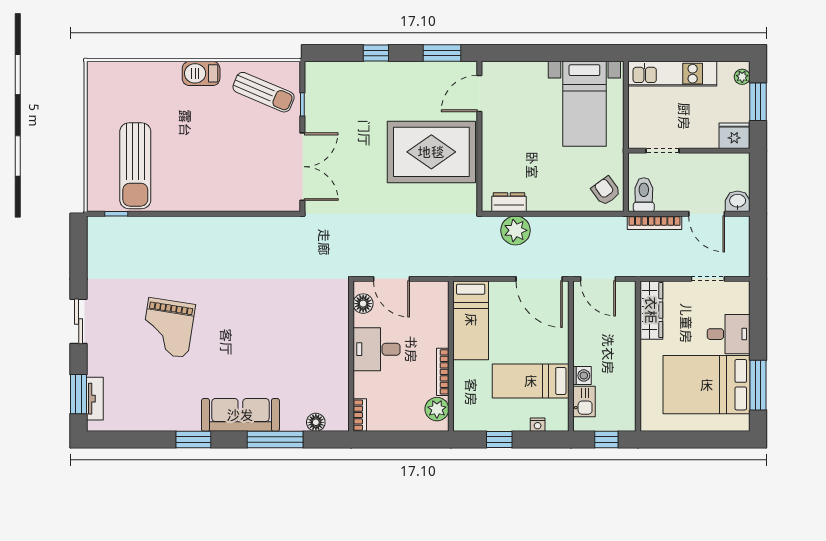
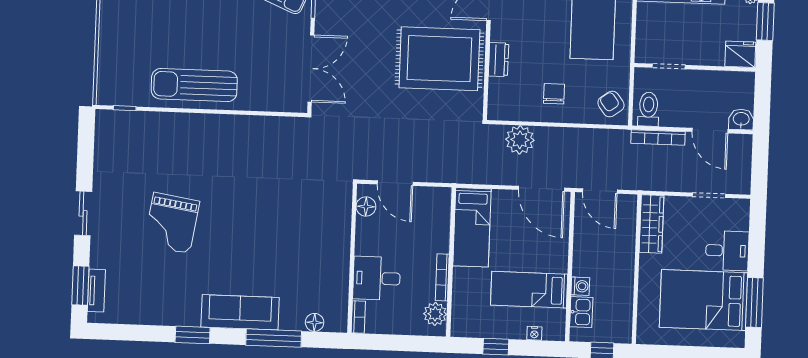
sun lounger: (135, 166) -> (194, 85), moved, turned 90
chair: (548, 183) -> (554, 94), added
dresser: (509, 202) -> (499, 60), moved, turned 90
desk: (377, 349) -> (377, 278), moved

